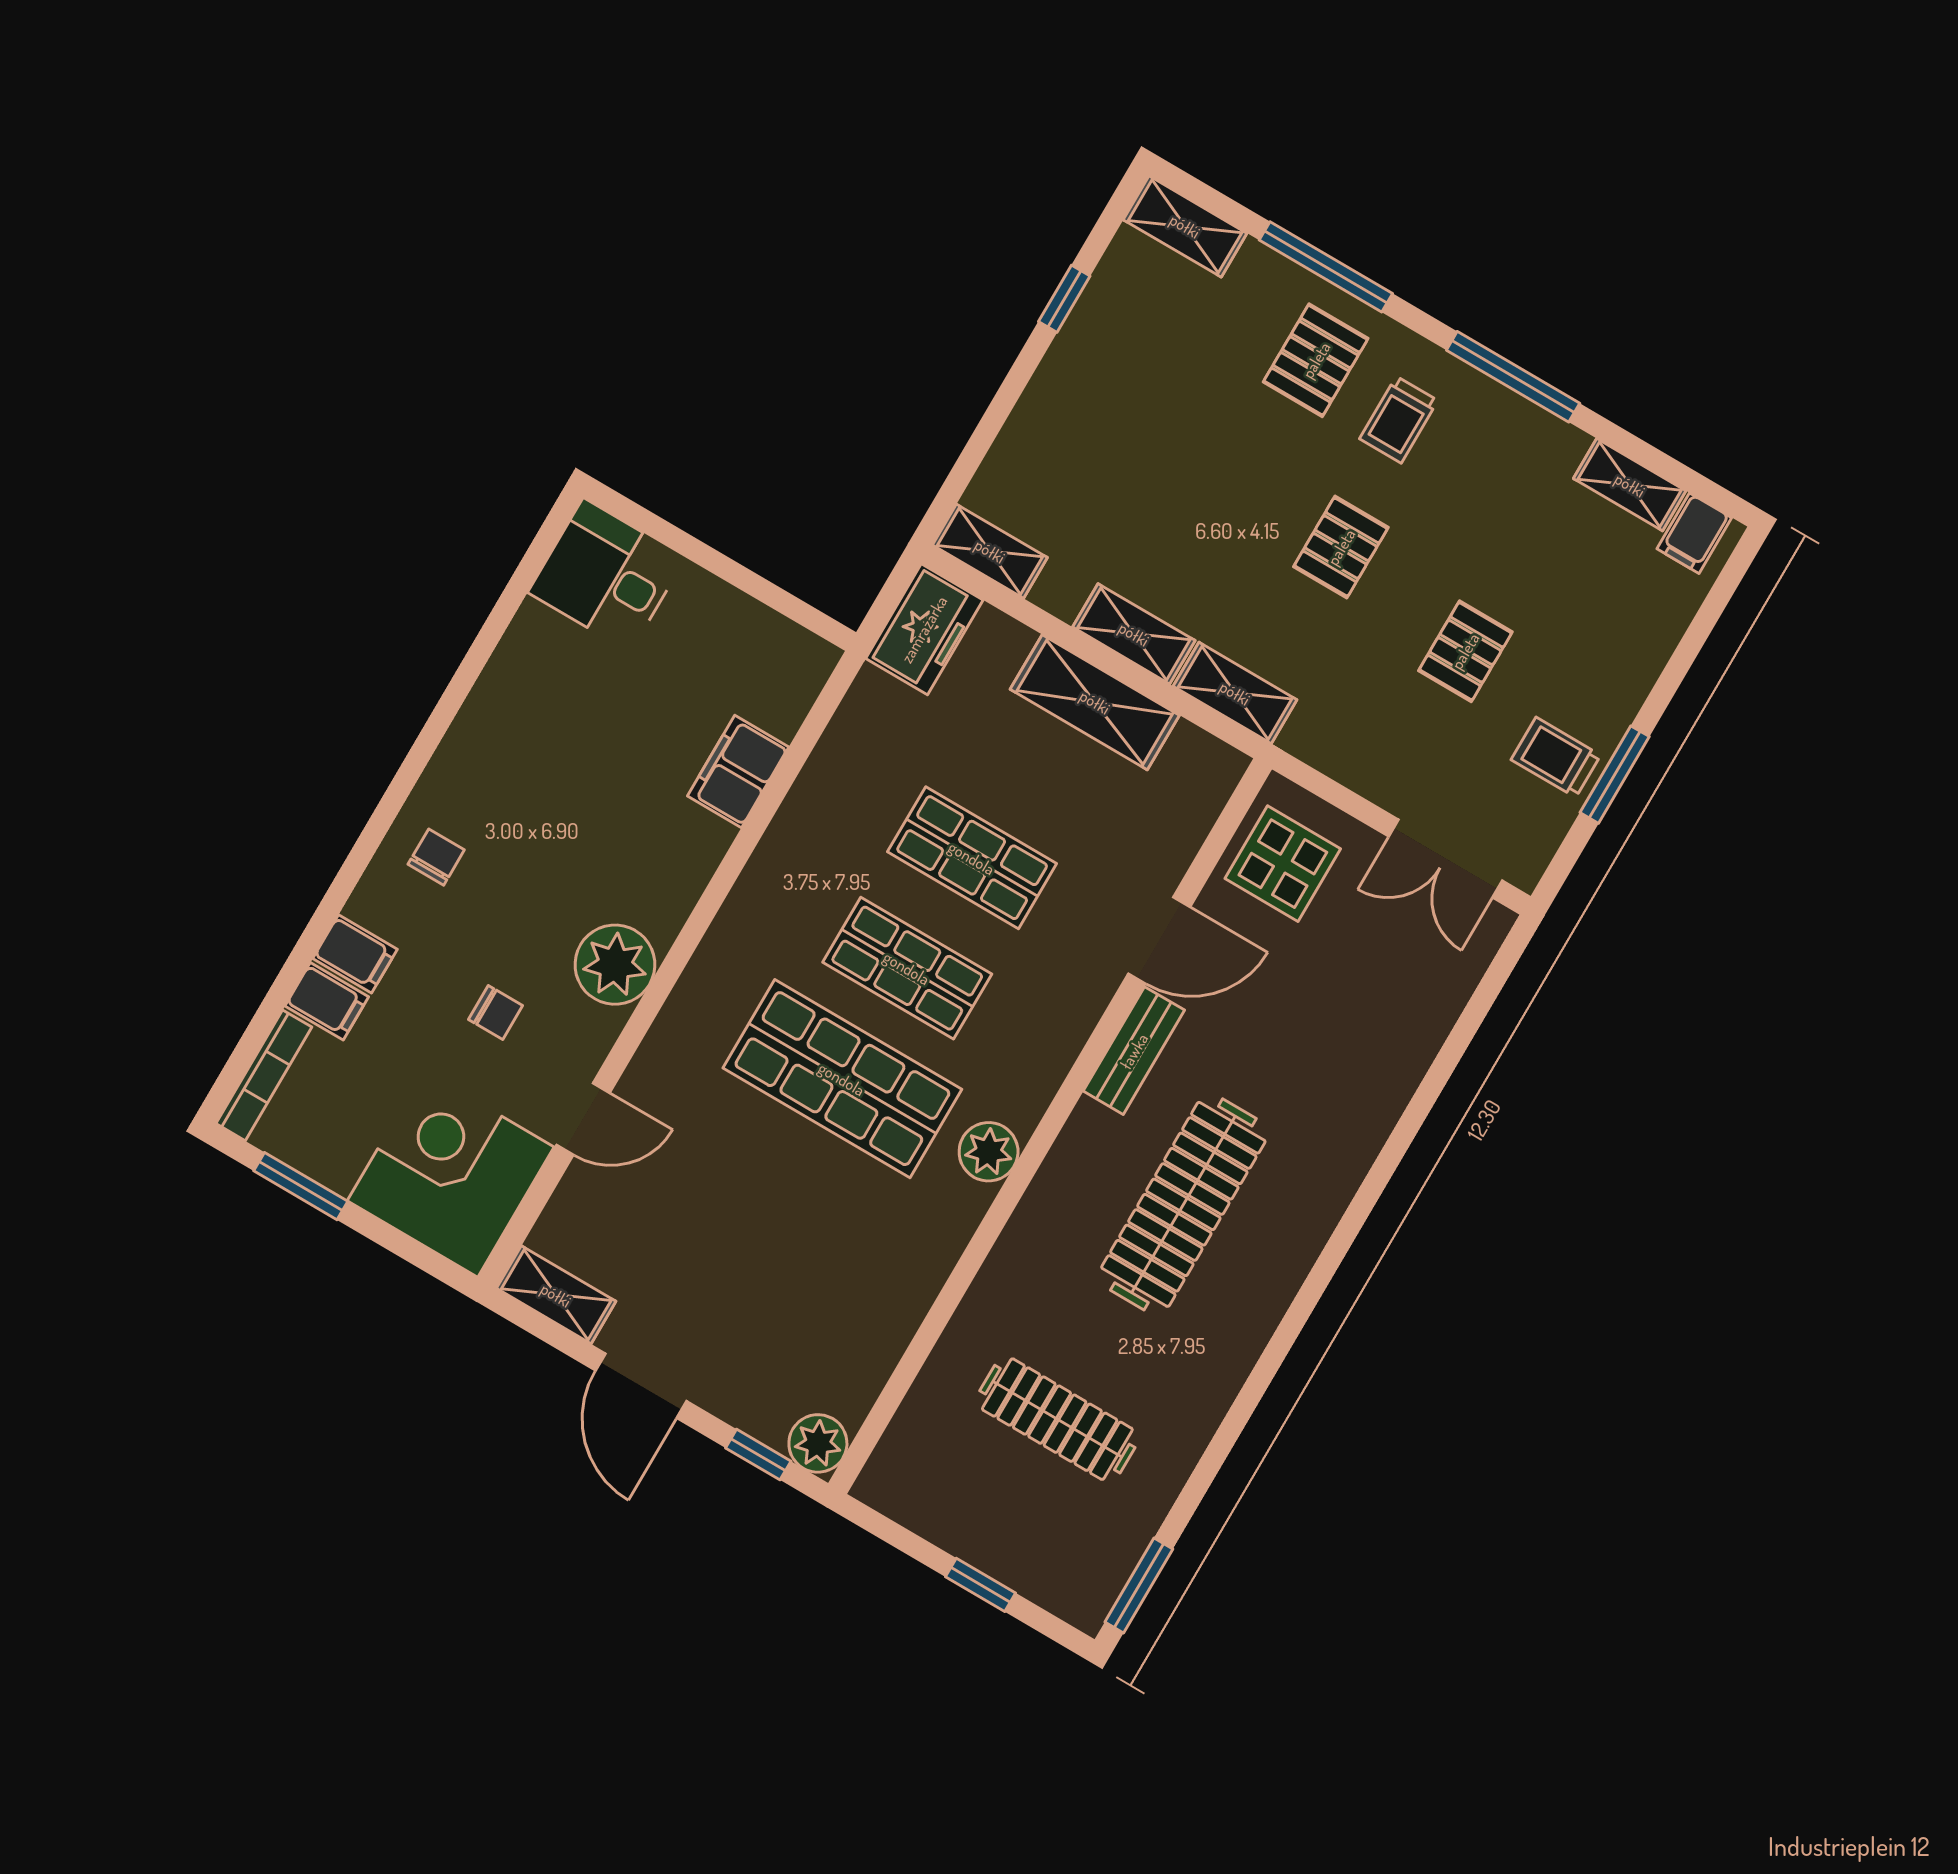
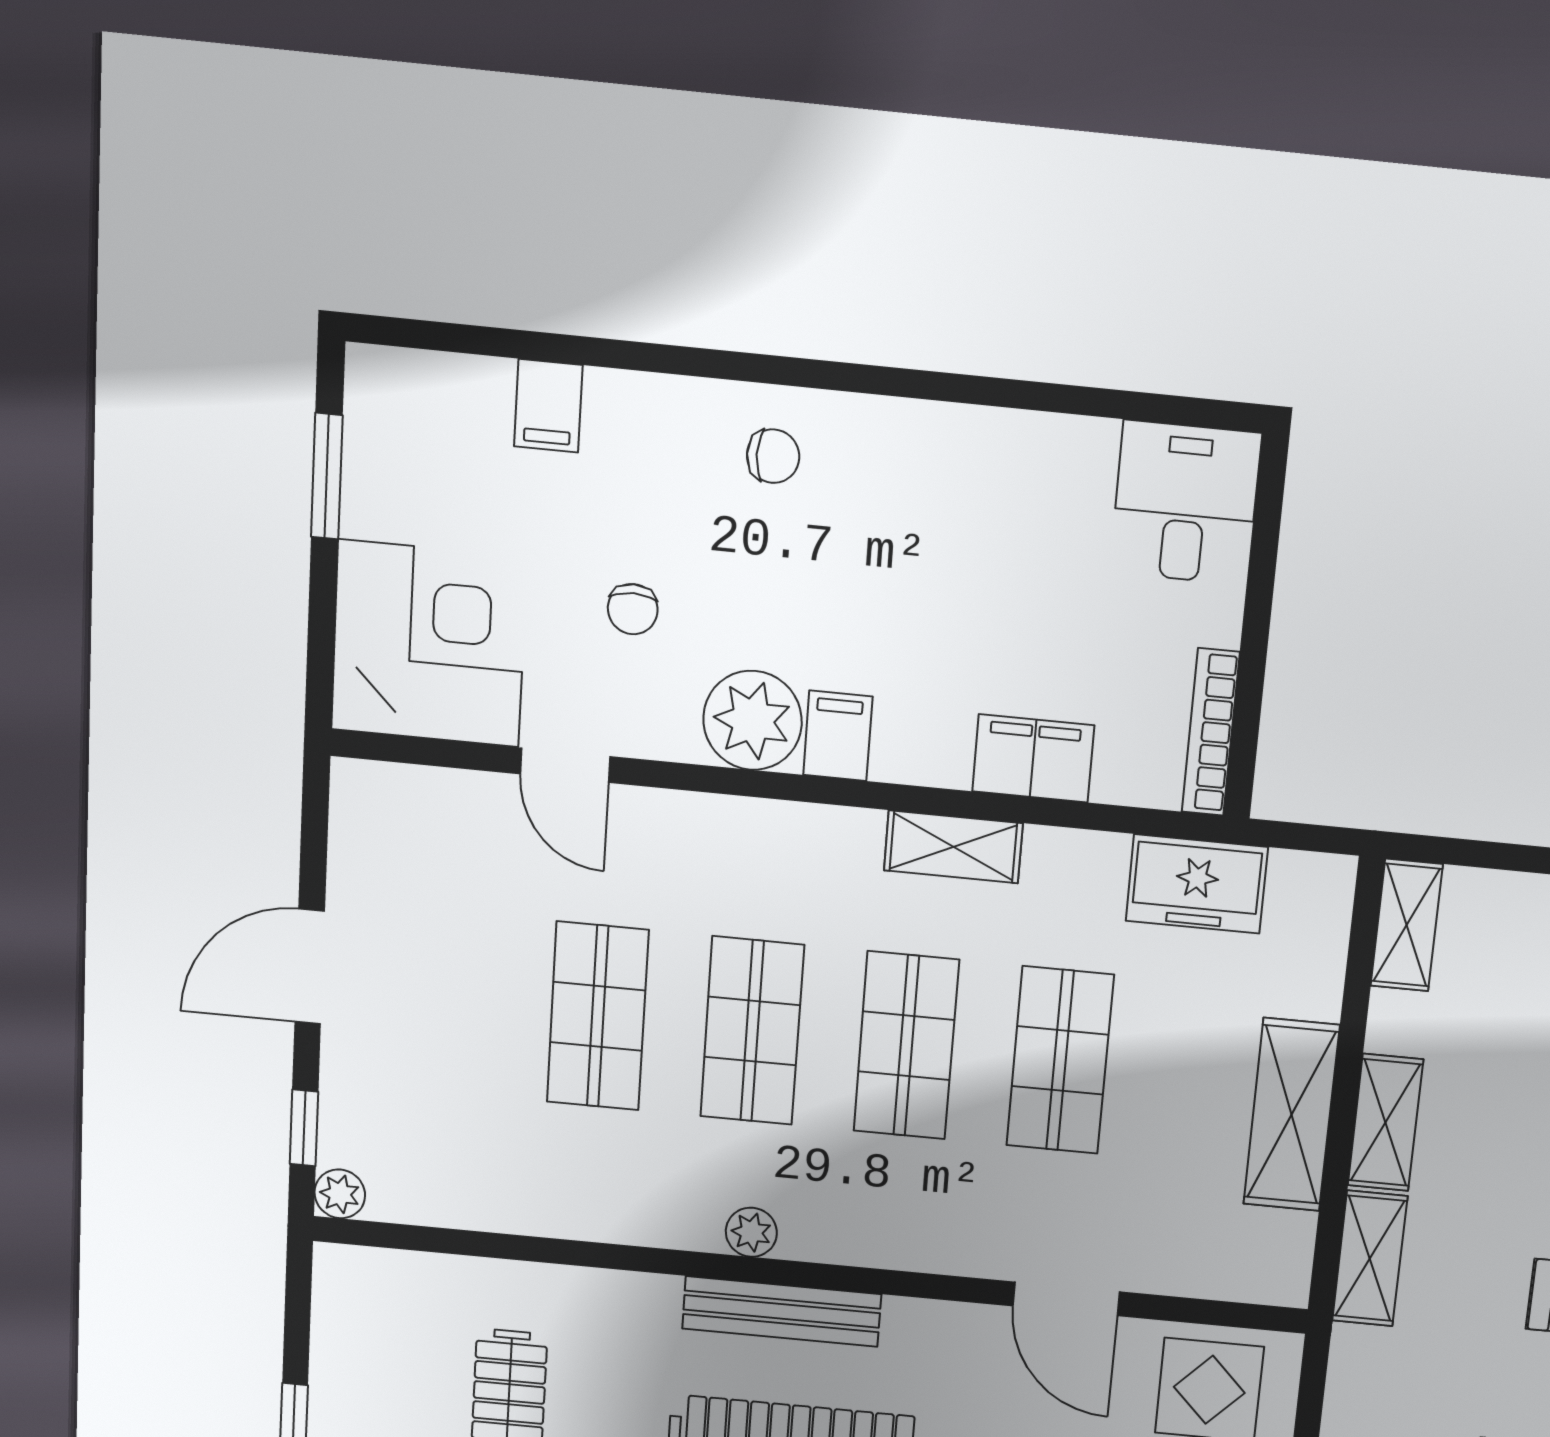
freezer: (924, 629) -> (1197, 884), moved
filing cabinet: (355, 954) -> (838, 736), moved, turned 180
bench: (1134, 1051) -> (782, 1311), moved, width x1.36
bookcase: (264, 1075) -> (1211, 732), moved, turned 90
shop shelf: (842, 1079) -> (752, 1031), width x0.70, depth x0.74
plant: (989, 1152) -> (751, 1232), width x0.73, depth x0.73
shop shelf: (778, 1189) -> (598, 1016), added
shelving: (556, 1295) -> (953, 847), moved, turned 90
plant: (818, 1443) -> (340, 1194), width x0.73, depth x0.73

